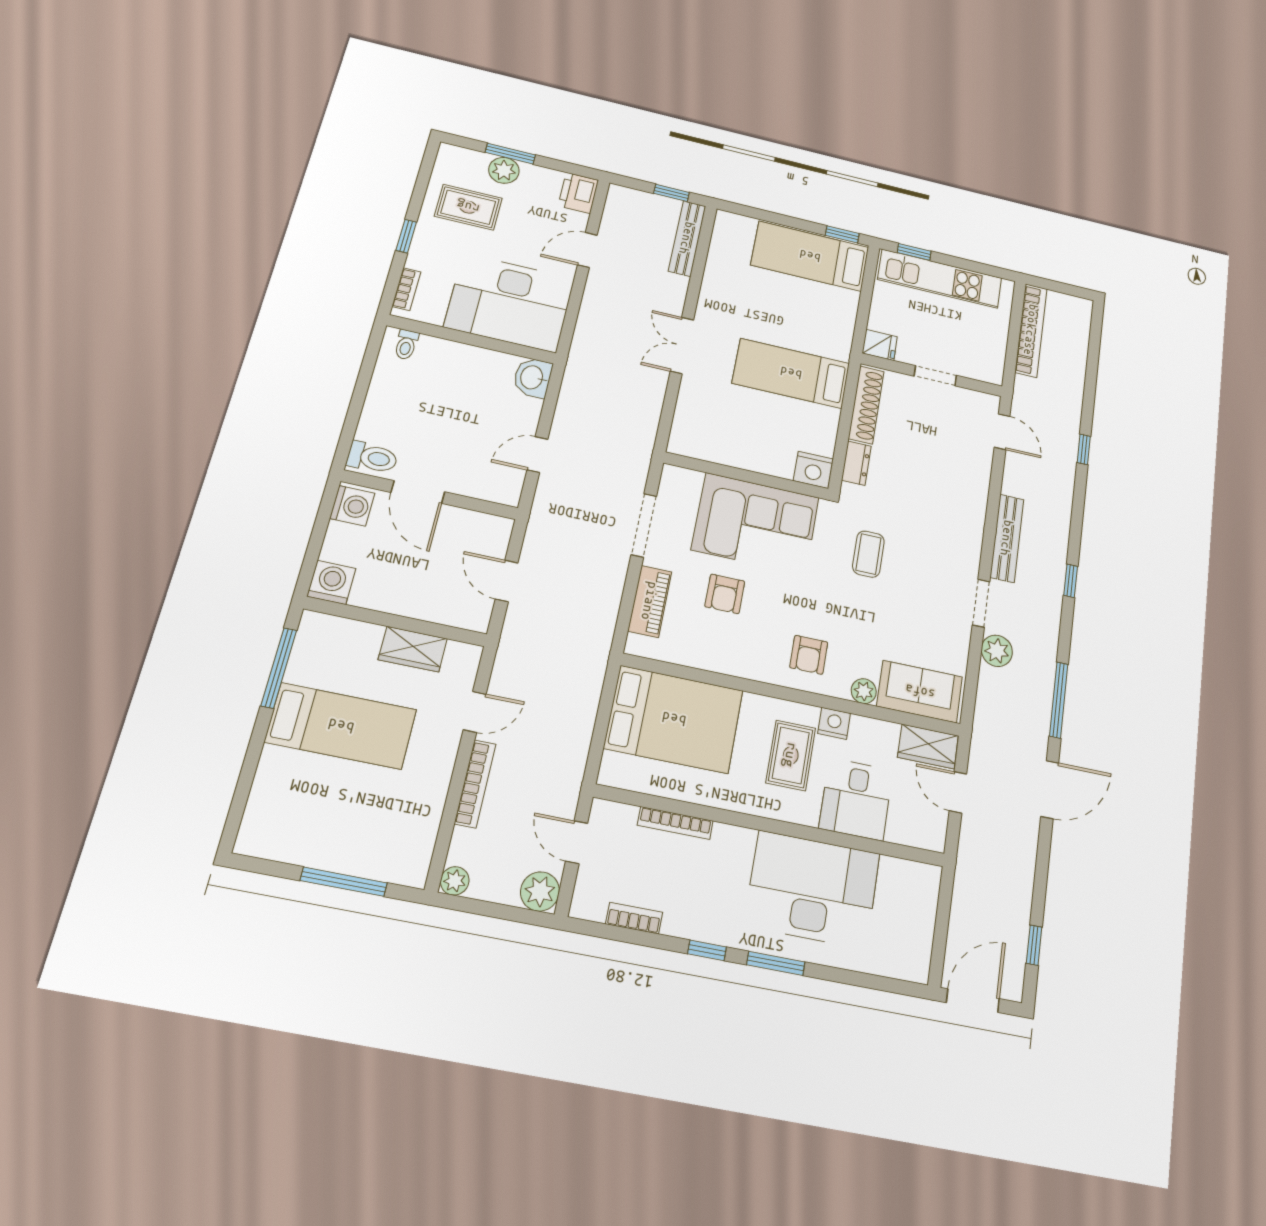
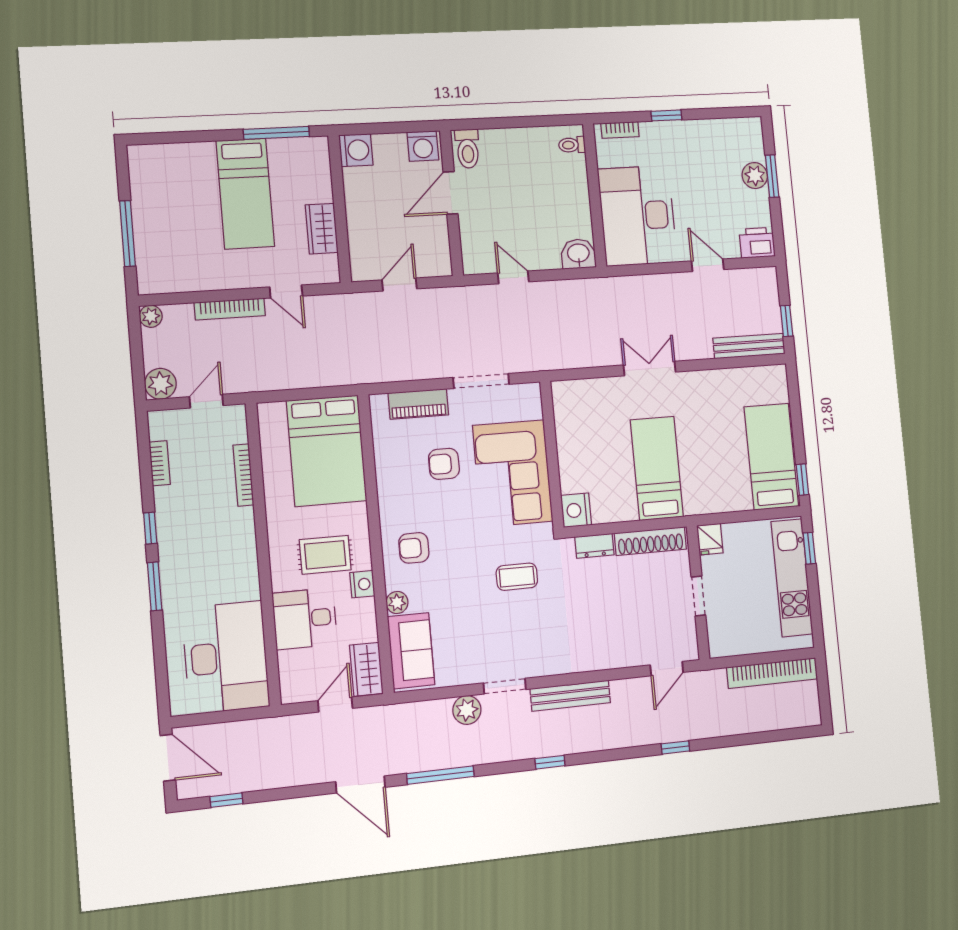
rug: (468, 207) -> (711, 157), removed
desk: (812, 889) -> (226, 657), moved

